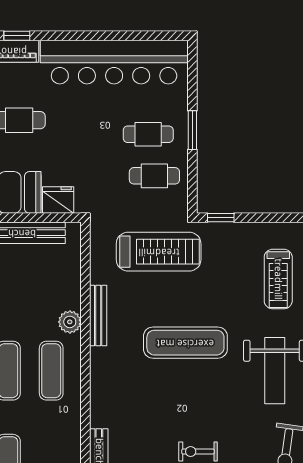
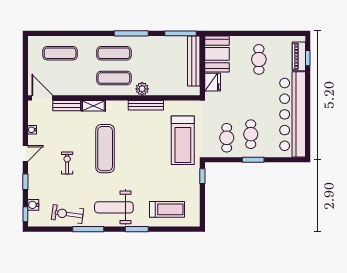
treadmill: (278, 279) -> (167, 209), turned 180
exercise mat: (185, 343) -> (105, 149), moved
shelving: (99, 406) -> (93, 106), added

